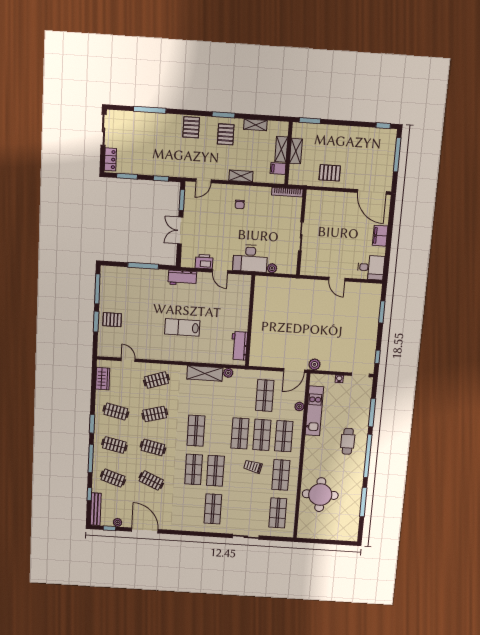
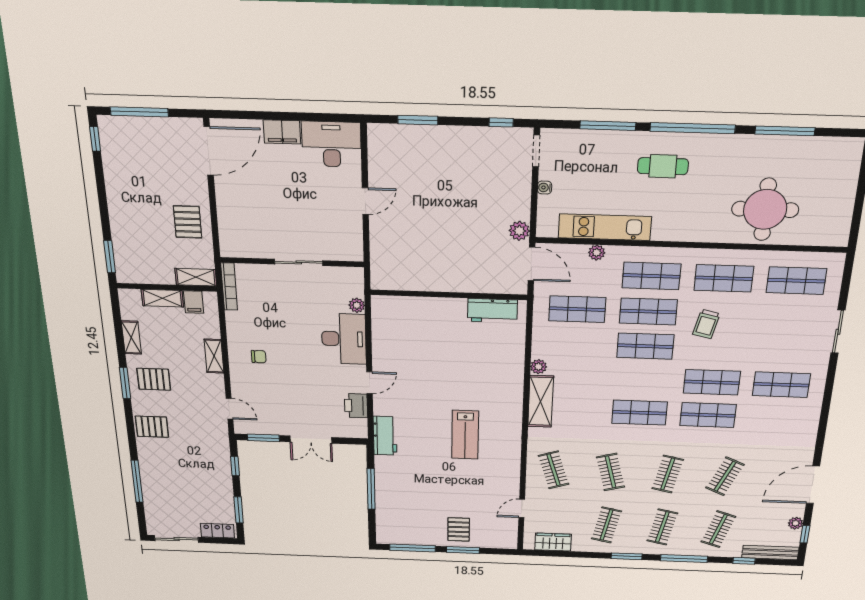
shelving: (296, 151) -> (196, 277), moved
desk: (371, 267) -> (332, 144), width x1.37
wall: (250, 321) -> (449, 295), moved
workbench: (239, 346) -> (492, 311), moved

